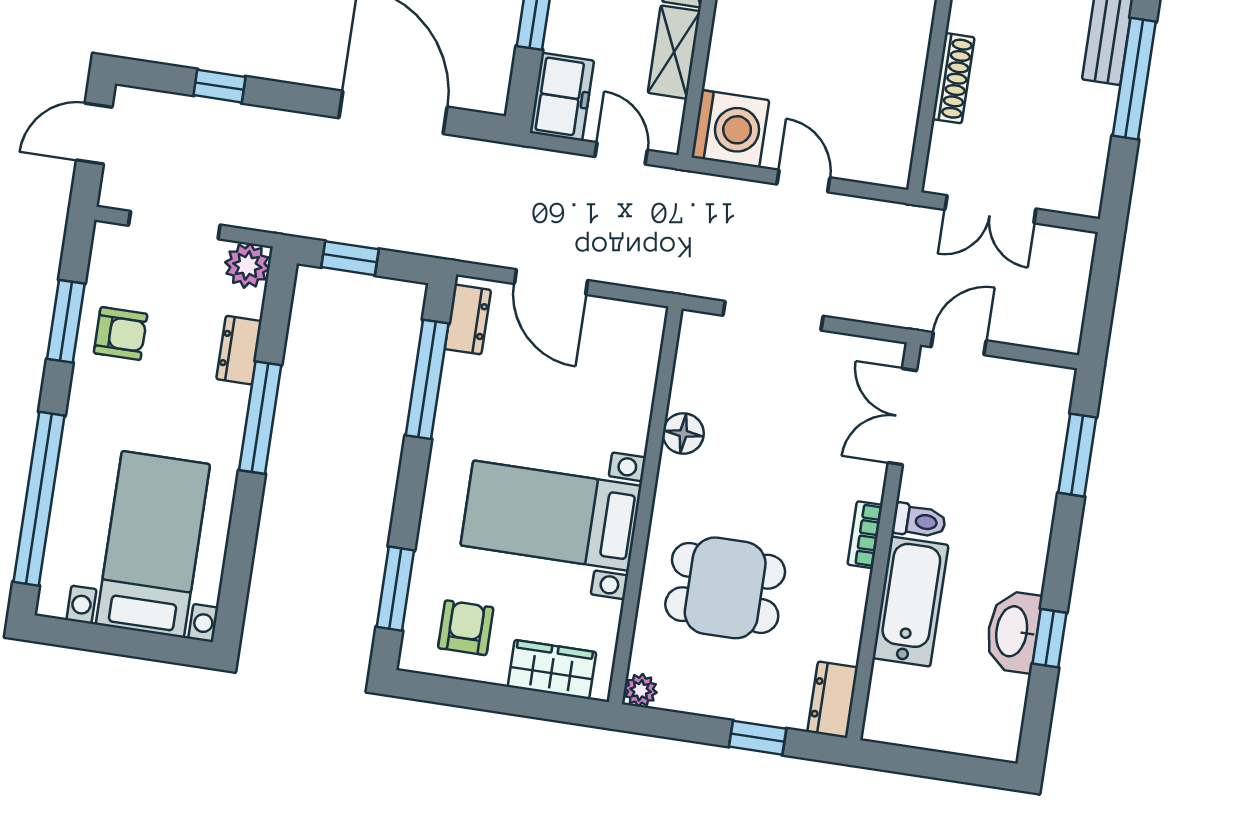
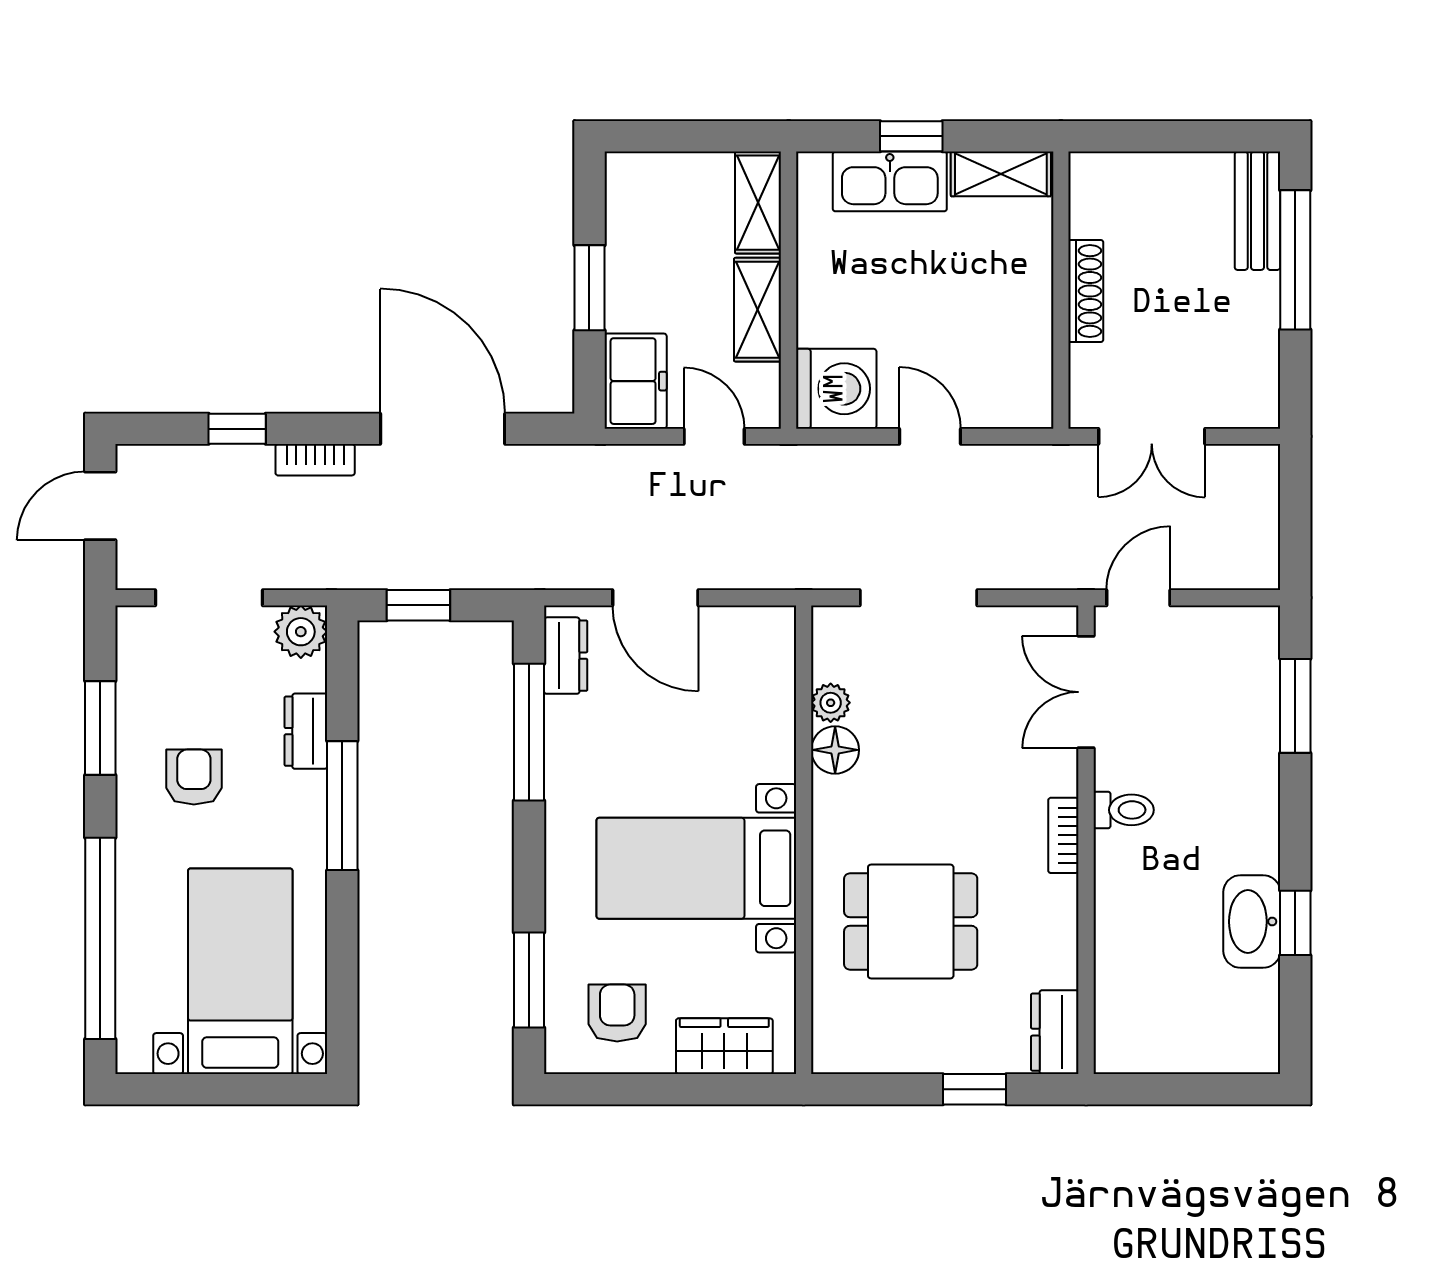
bookcase: (281, 122) -> (315, 460), added
armchair: (121, 334) -> (194, 777), moved, turned -90
bathtub: (910, 601) -> (1128, 905), removed
plant: (640, 690) -> (831, 703), moved

